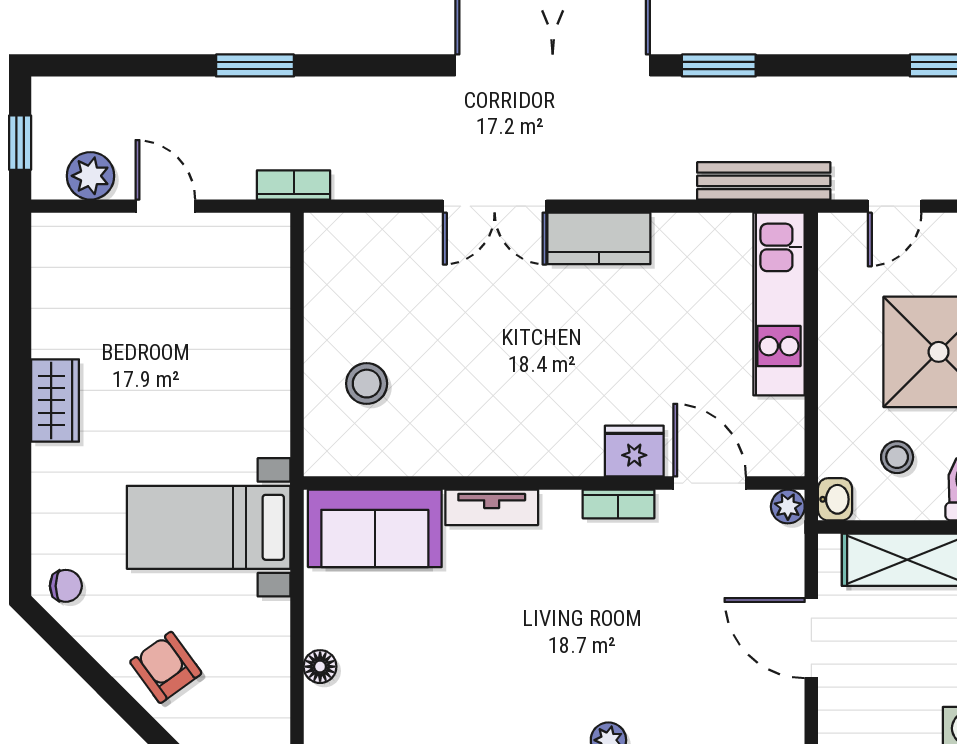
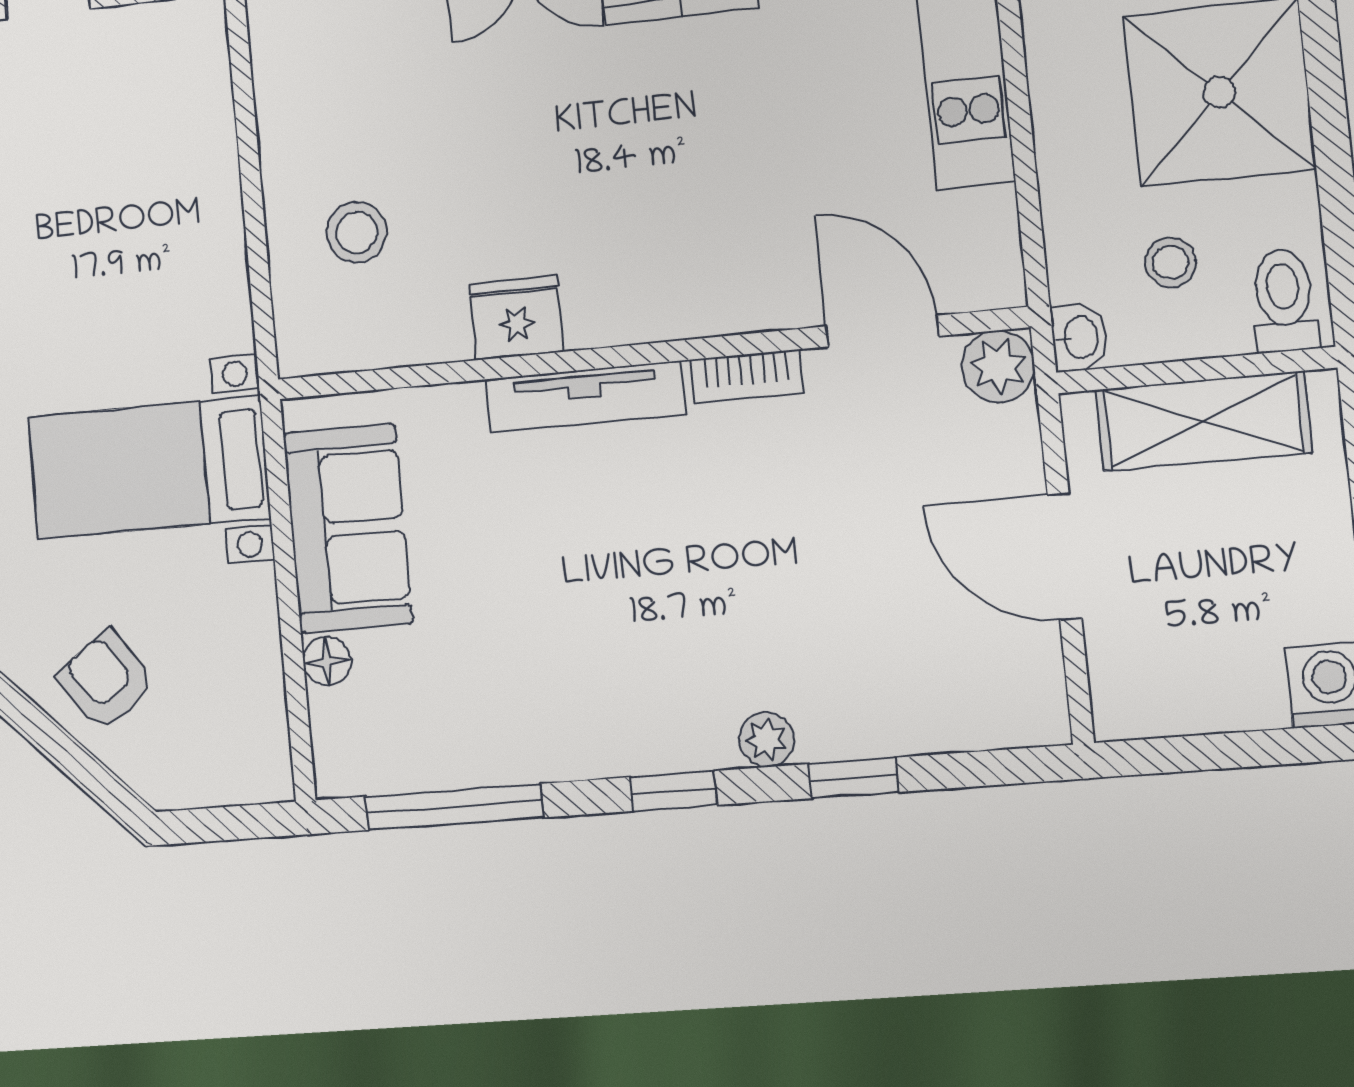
fridge: (634, 451) -> (516, 318), moved
tv unit: (492, 507) -> (585, 397), width x1.41
plant: (788, 507) -> (998, 366), width x1.38, depth x1.38
sofa: (375, 528) -> (348, 528), moved, turned -90

